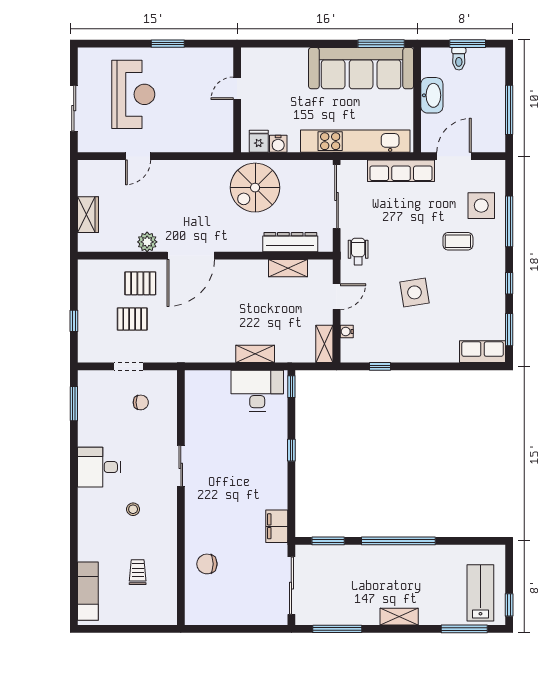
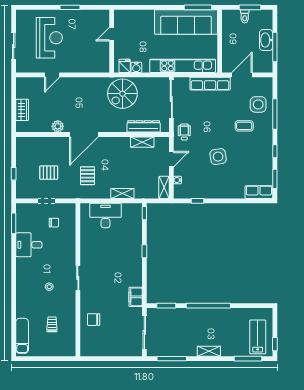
washbasin: (432, 95) -> (266, 40), moved, turned 180
pallet: (140, 283) -> (87, 176), moved, turned 90
desk: (257, 391) -> (105, 215), moved
sliding door: (181, 466) -> (78, 278), moved
desk: (99, 467) -> (29, 245), moved

